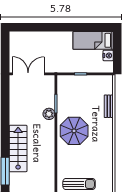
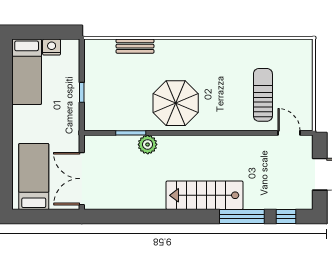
bed: (29, 45) -> (34, 177), added

